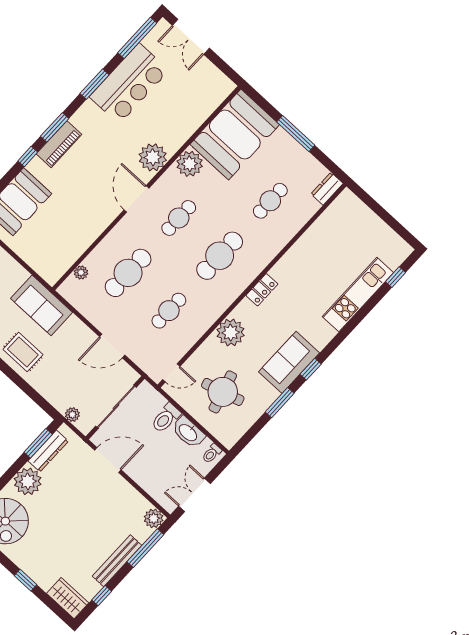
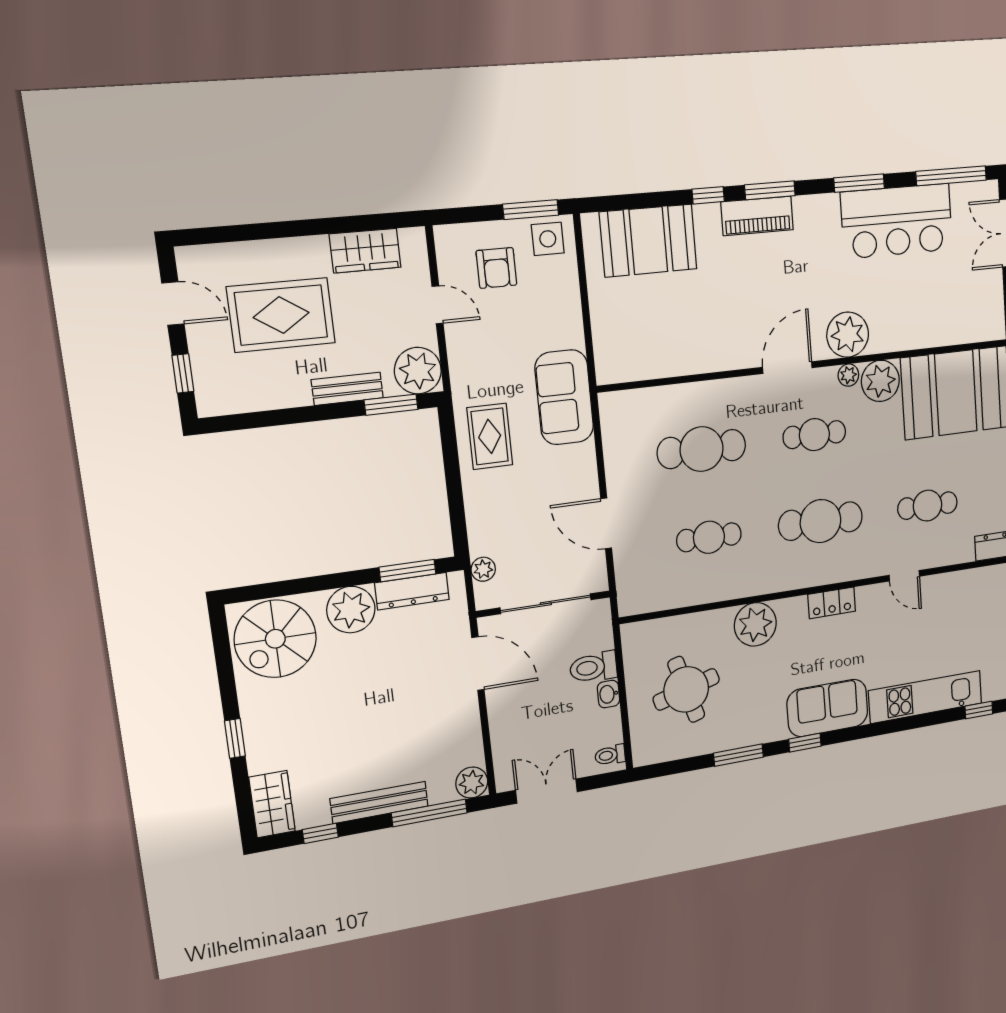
plant: (81, 273) -> (848, 375), moved
sofa: (289, 362) -> (828, 708), moved
door: (171, 373) -> (904, 576), moved
washbasin: (188, 432) -> (608, 694), width x0.52, depth x0.69

